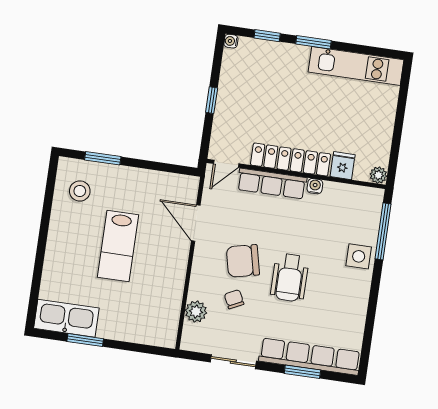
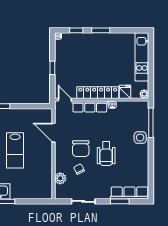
kitchen unit: (356, 66) -> (142, 57), moved, turned 90
door: (226, 164) -> (65, 100), swing flipped
chair: (243, 261) -> (81, 149), turned -77
row of seats: (310, 357) -> (130, 193), width x0.73

